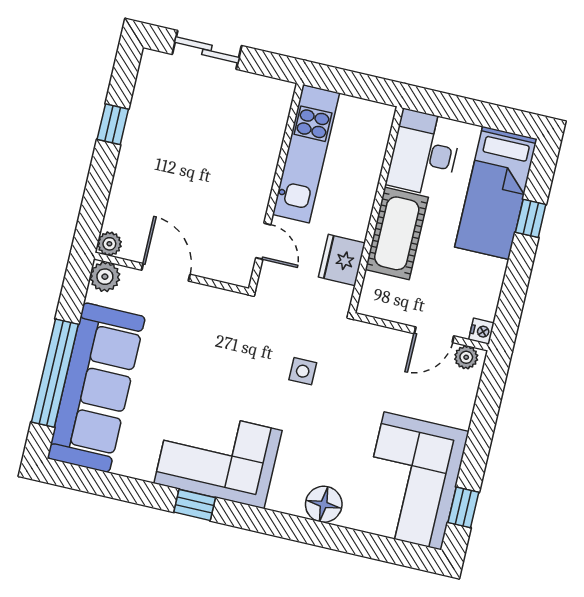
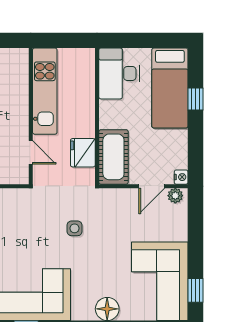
cot: (397, 233) -> (113, 157), moved

